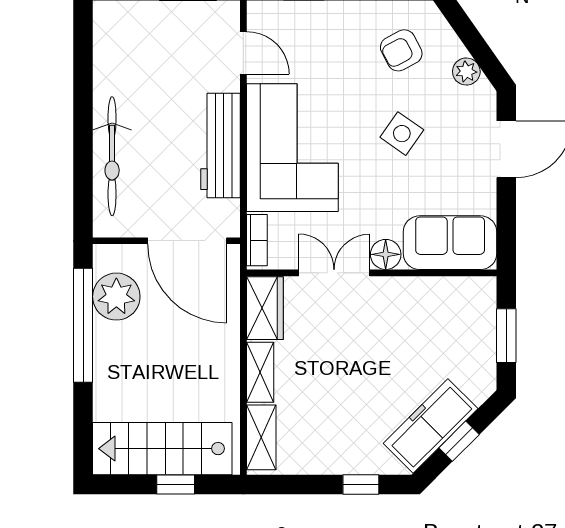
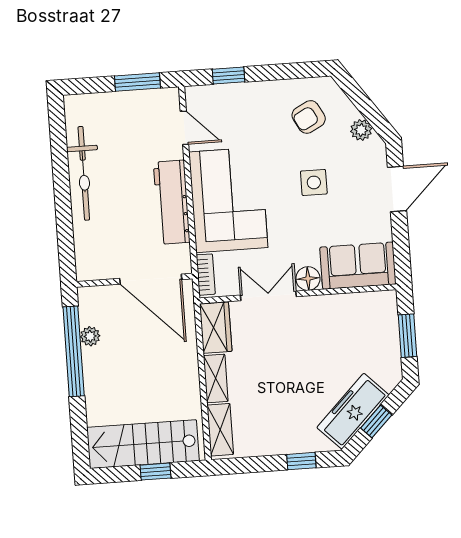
side table: (402, 134) -> (314, 182), turned -35
bicycle: (112, 156) -> (84, 173), moved
plant: (116, 297) -> (90, 336), width x0.53, depth x0.53

